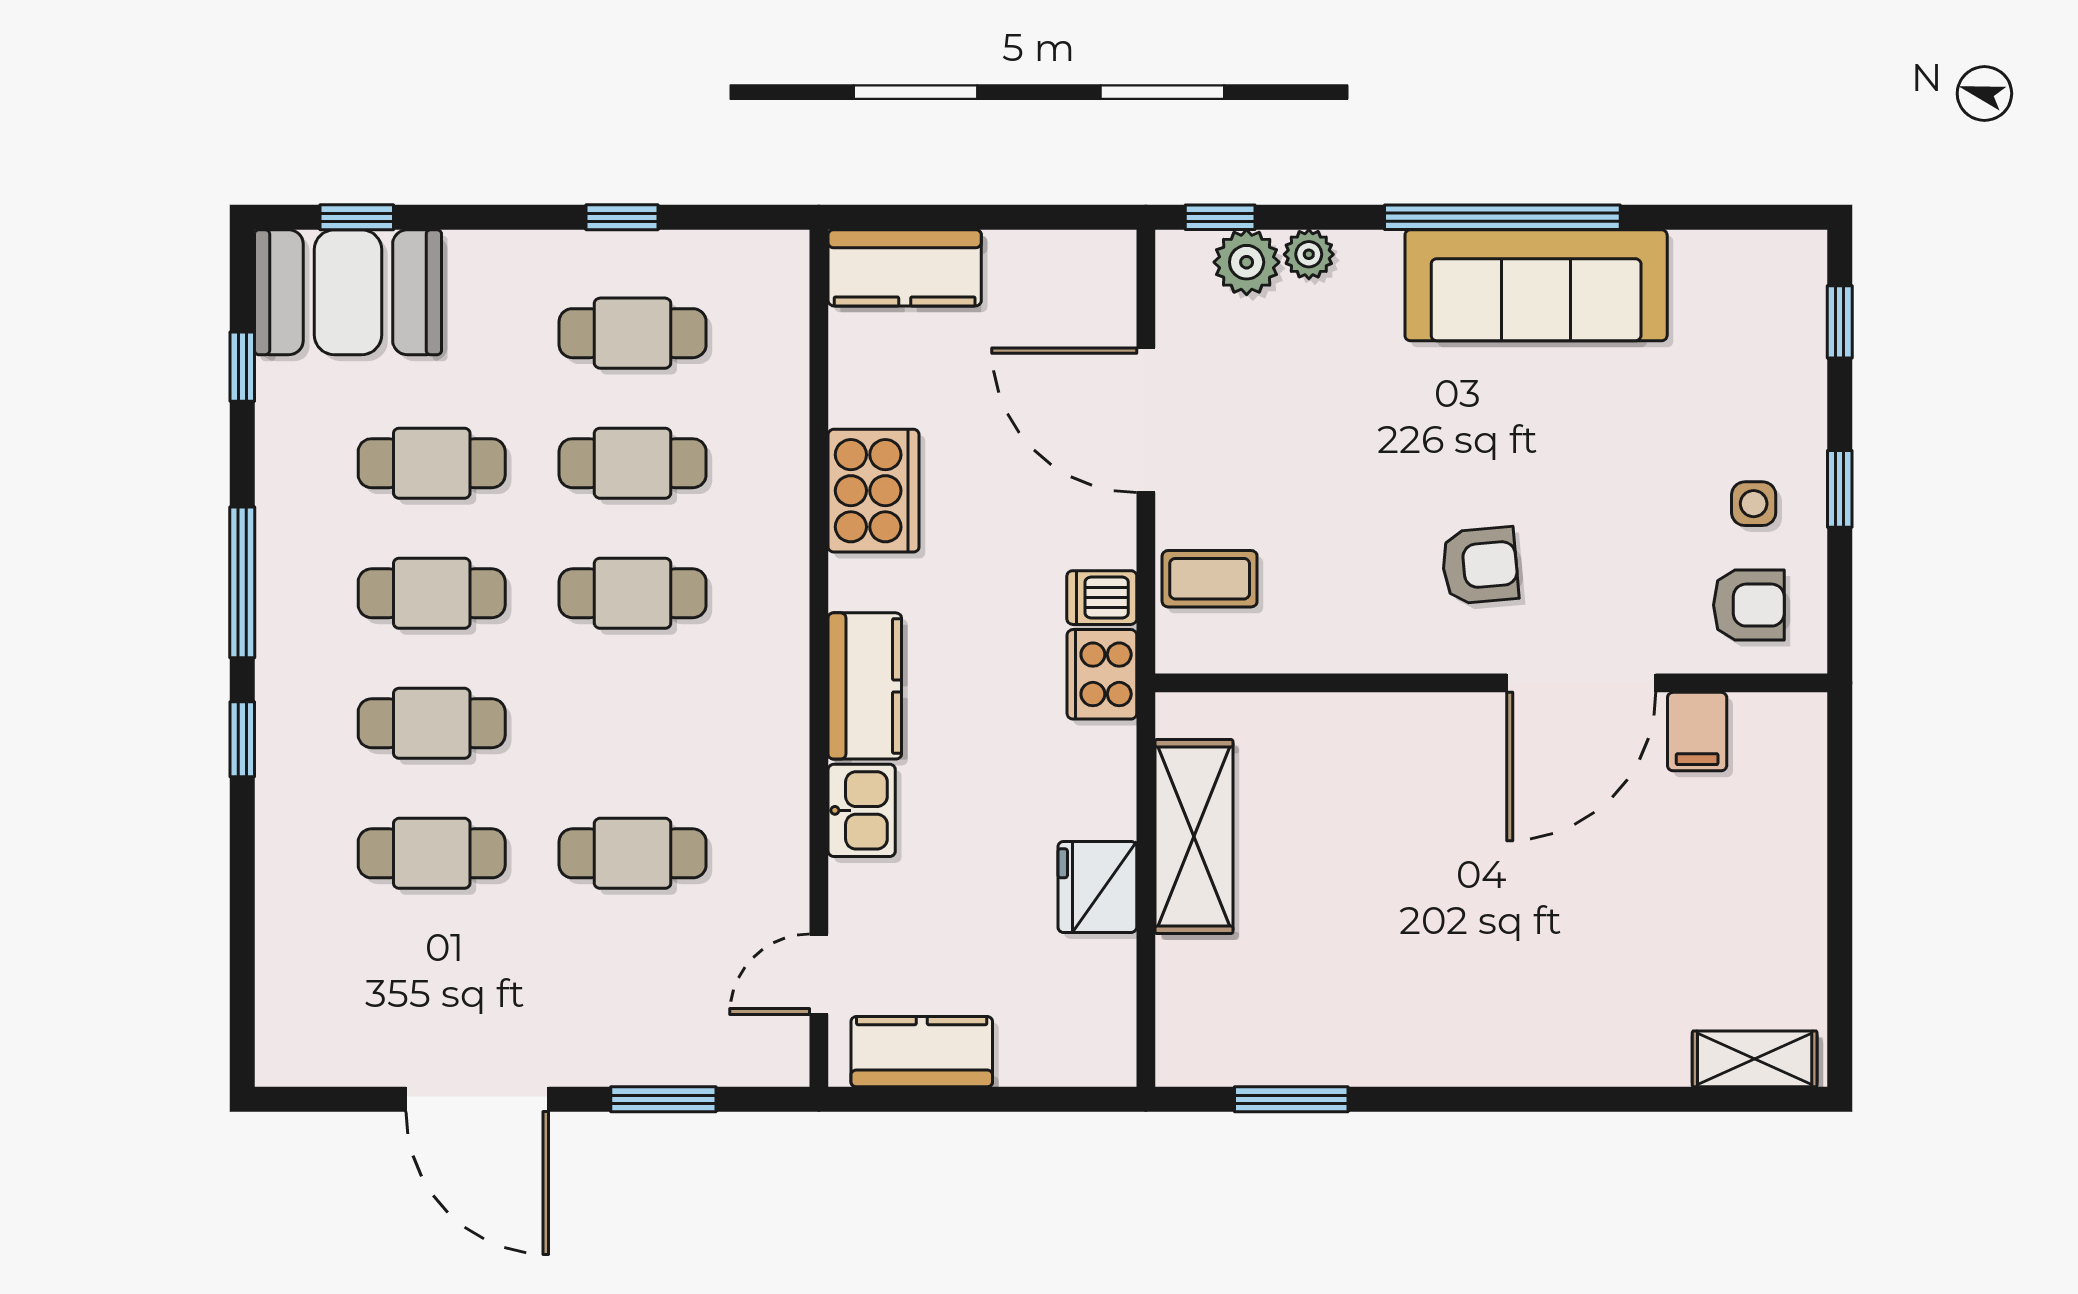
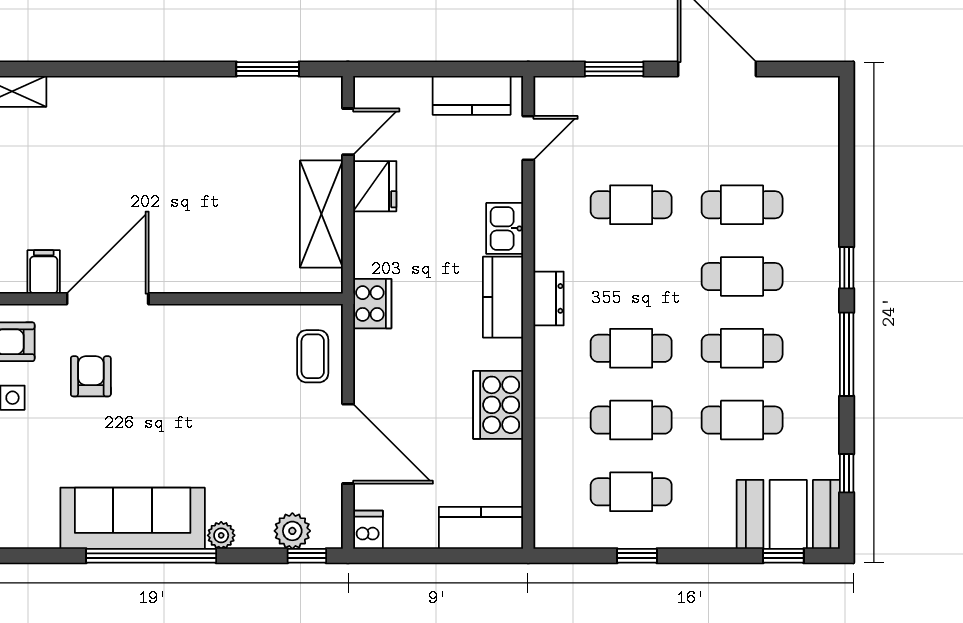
plant: (1309, 254) -> (221, 535), moved
armchair: (1480, 565) -> (91, 376), moved, turned 95
coffee table: (1210, 579) -> (313, 356), turned 90
dishwasher: (1102, 598) -> (368, 530), moved, turned -90
dresser: (782, 684) -> (549, 298), added
door: (1146, 986) -> (348, 132), added

